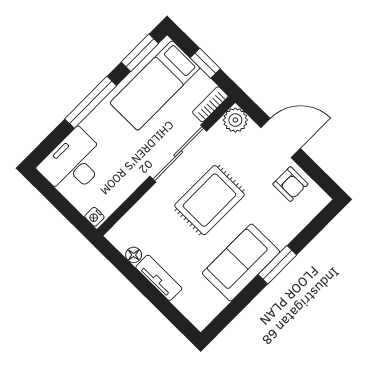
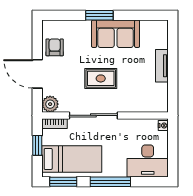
rug: (210, 200) -> (101, 78), width x0.73, depth x0.70
floor lamp: (134, 255) -> (163, 89), removed

